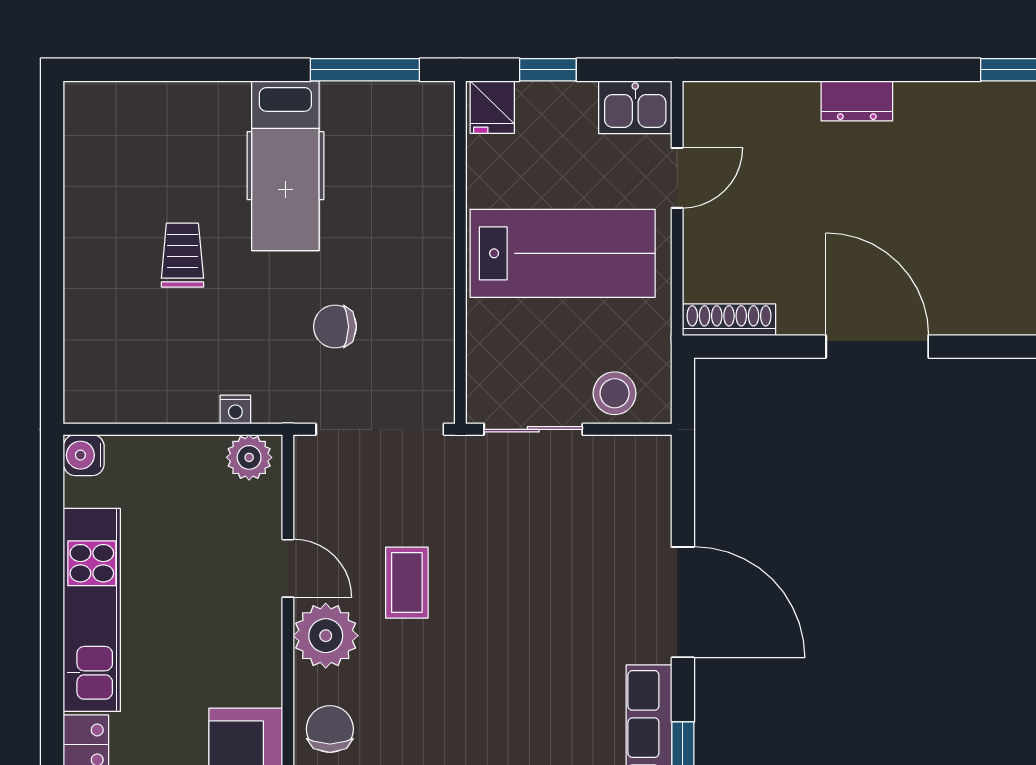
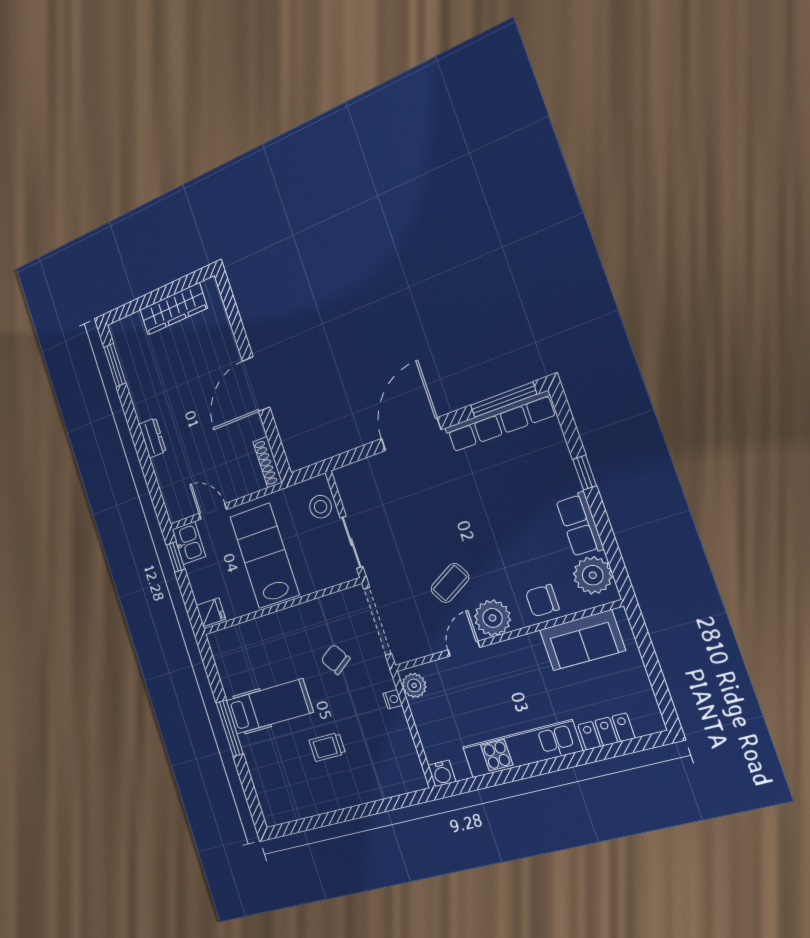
window: (365, 70) -> (230, 728), moved
window: (548, 70) -> (176, 557), moved
chair: (335, 327) -> (336, 659), turned 146
coffee table: (407, 583) -> (450, 583), turned -30

